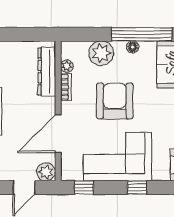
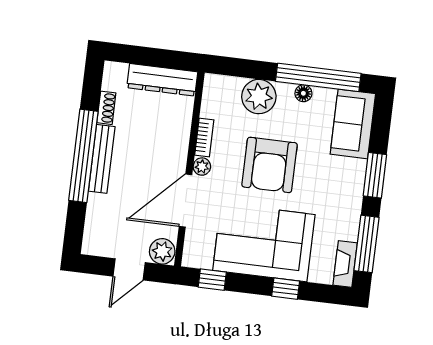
plant: (67, 66) -> (202, 167), moved
dresser: (47, 72) -> (162, 80), moved, turned -90
armchair: (115, 101) -> (270, 165), turned 180

